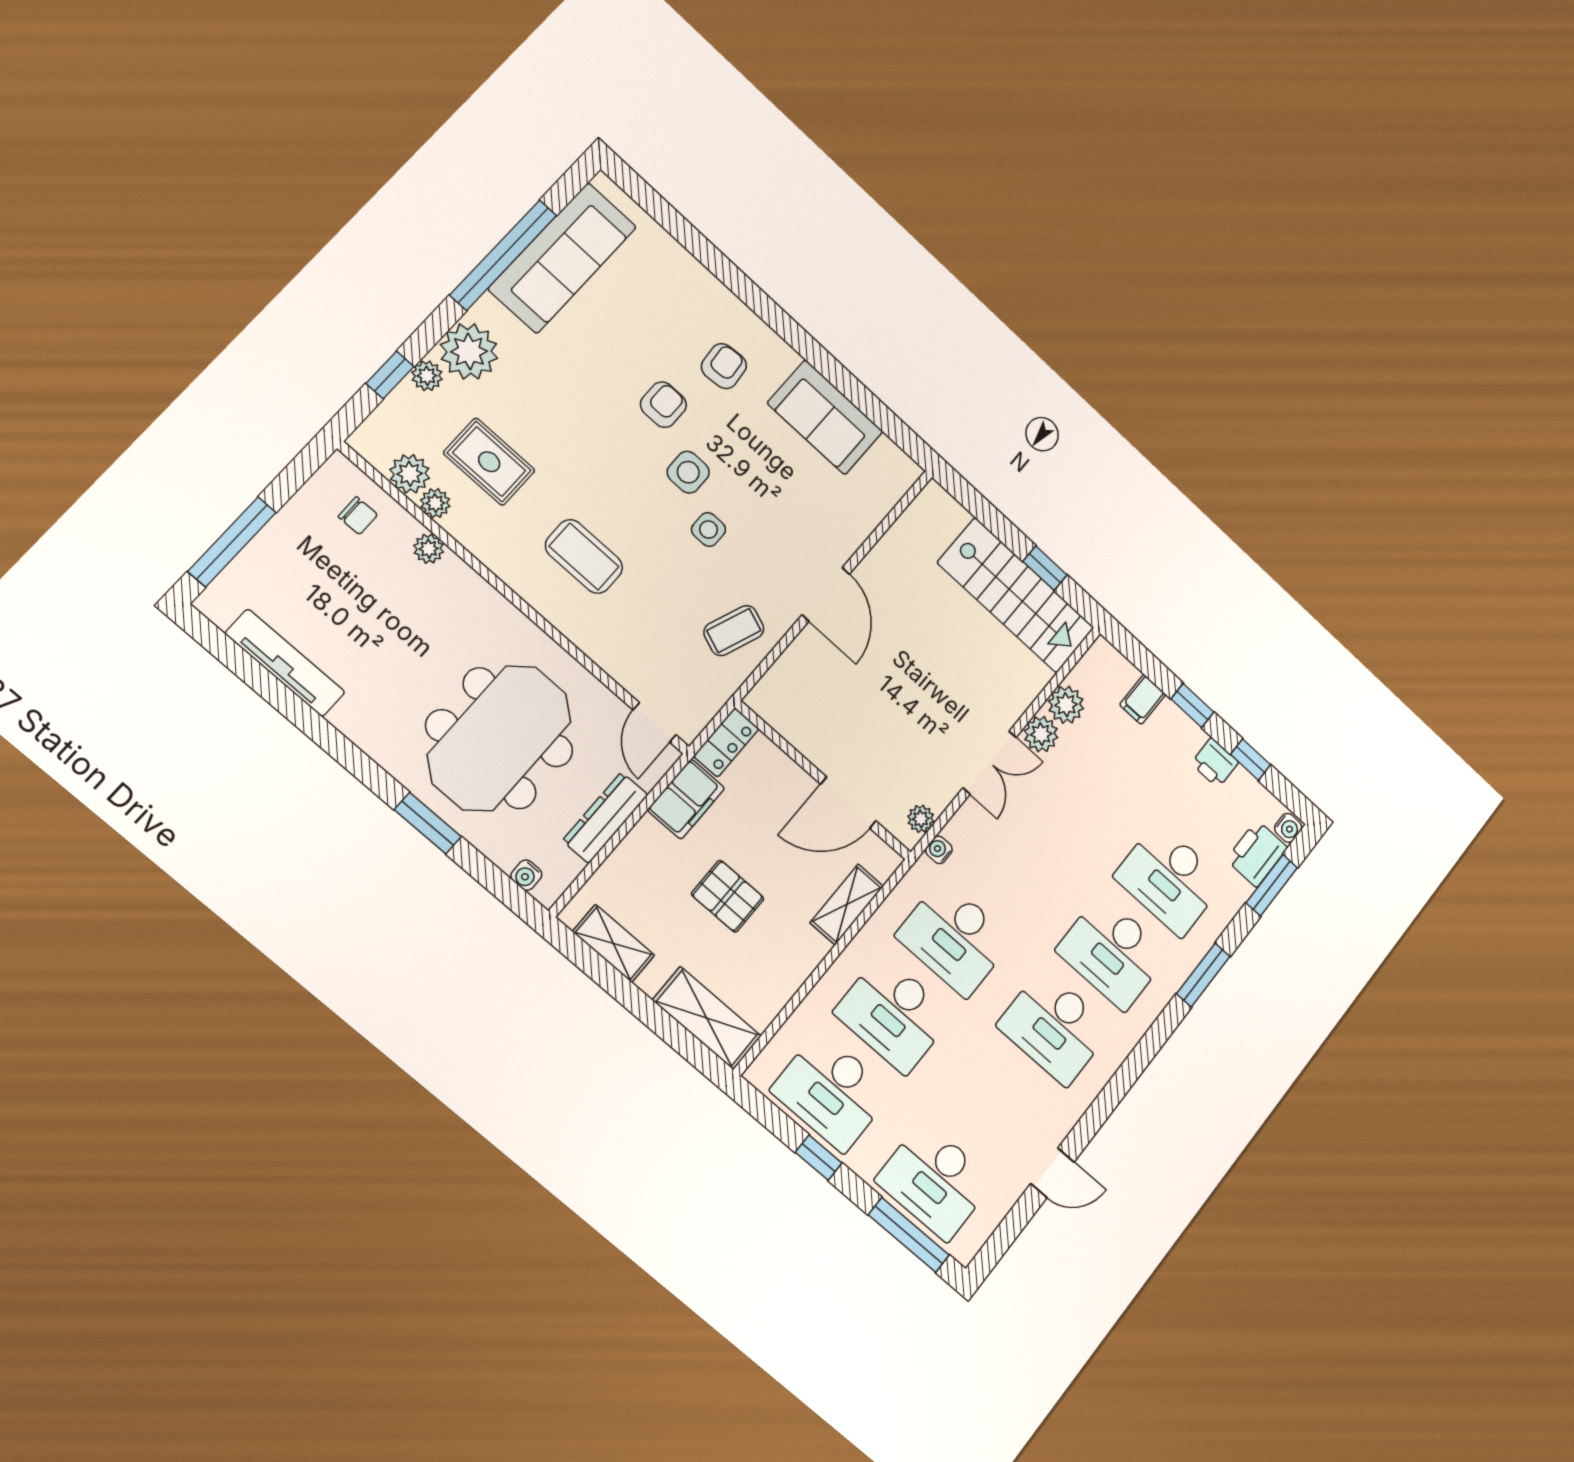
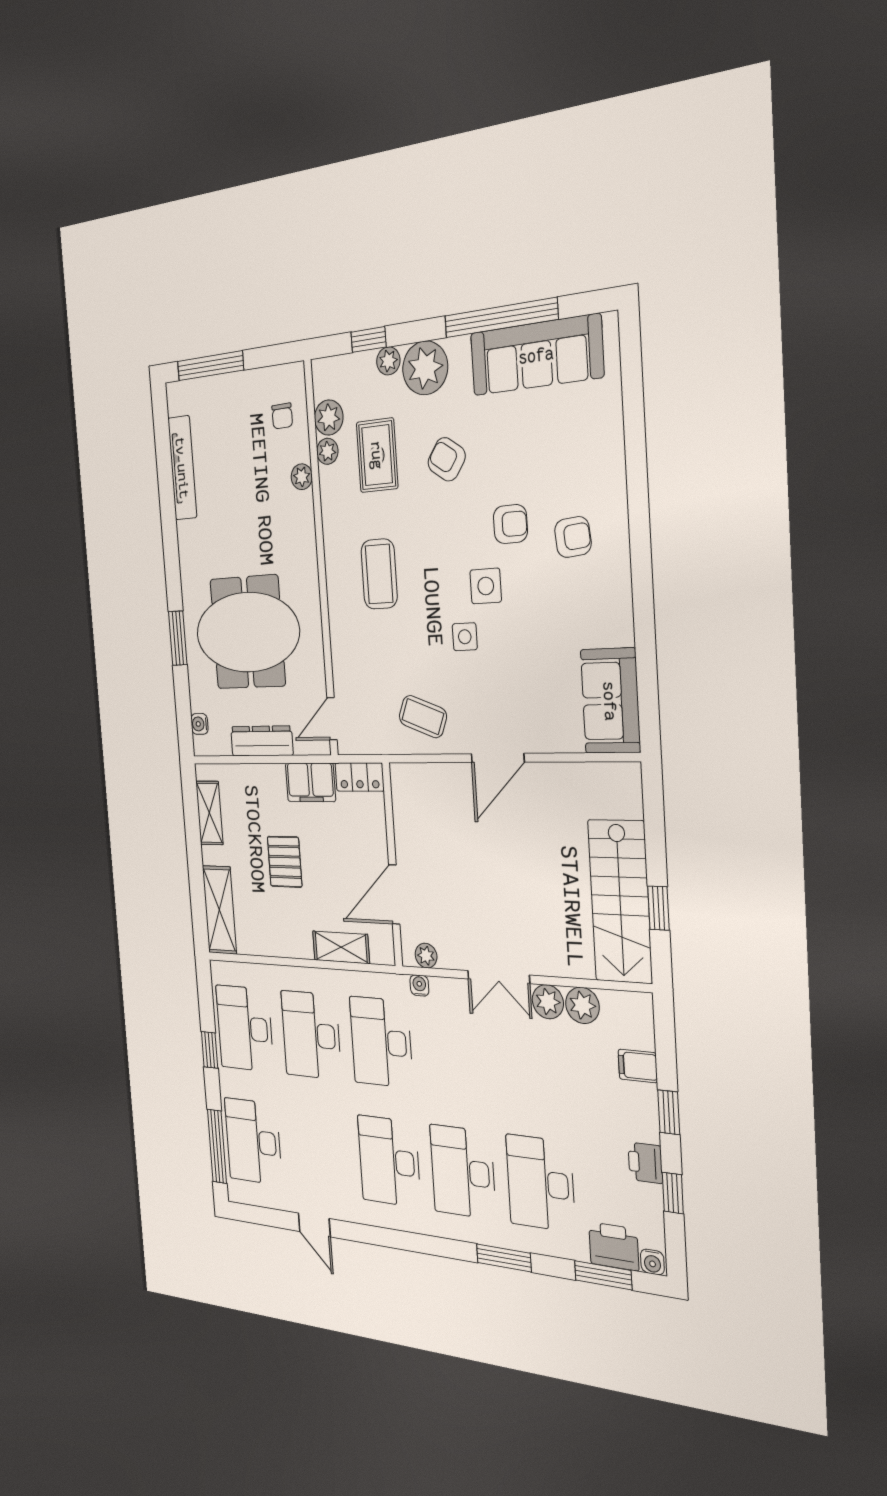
armchair: (559, 406) -> (447, 459), added
sofa: (825, 417) -> (610, 701), moved
door: (848, 803) -> (394, 894), hinge flipped

